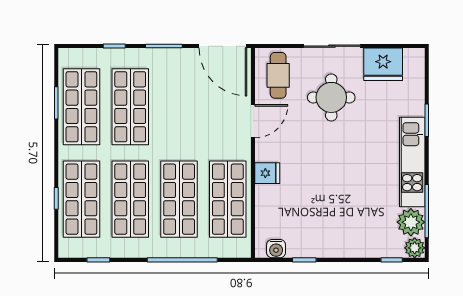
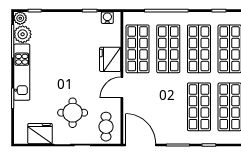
door: (253, 121) -> (122, 88), moved
fridge: (267, 173) -> (110, 59), width x1.88, depth x1.34

